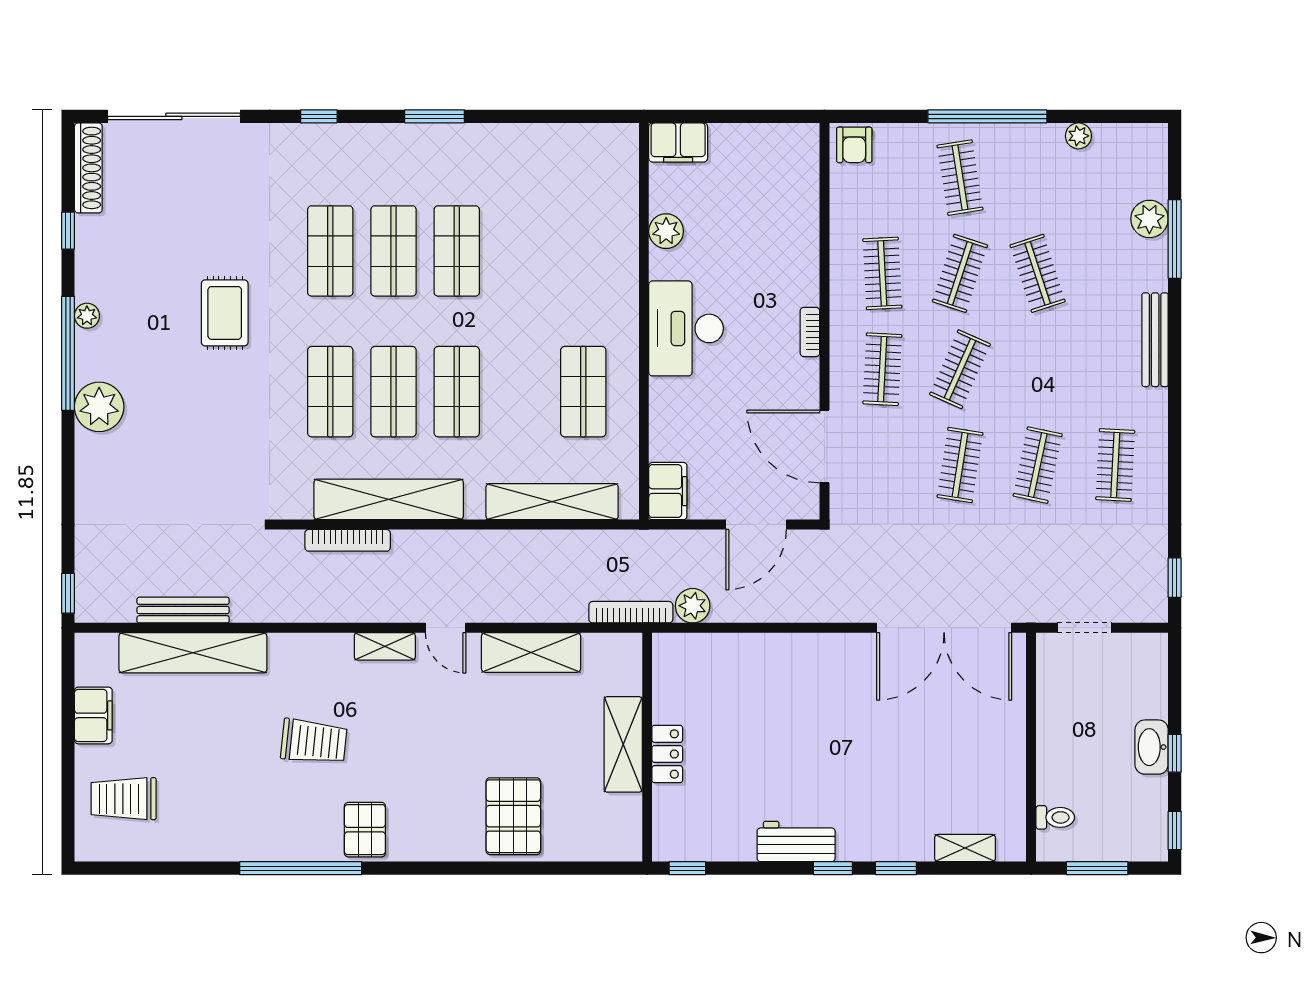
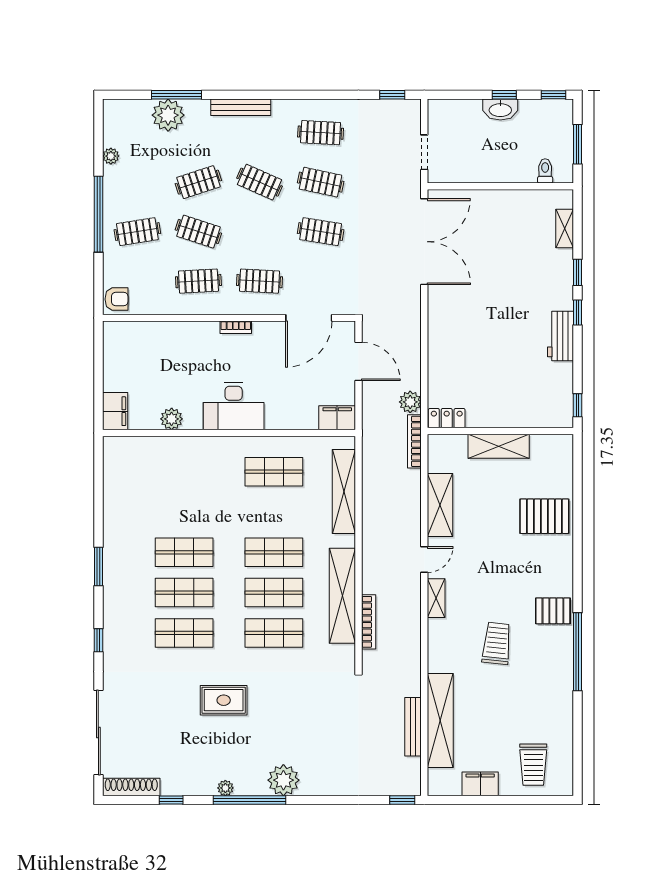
plant: (1149, 219) -> (168, 115), width x1.36, depth x1.36
clothes rail: (960, 369) -> (260, 182), moved
locker: (667, 754) -> (447, 418), moved

